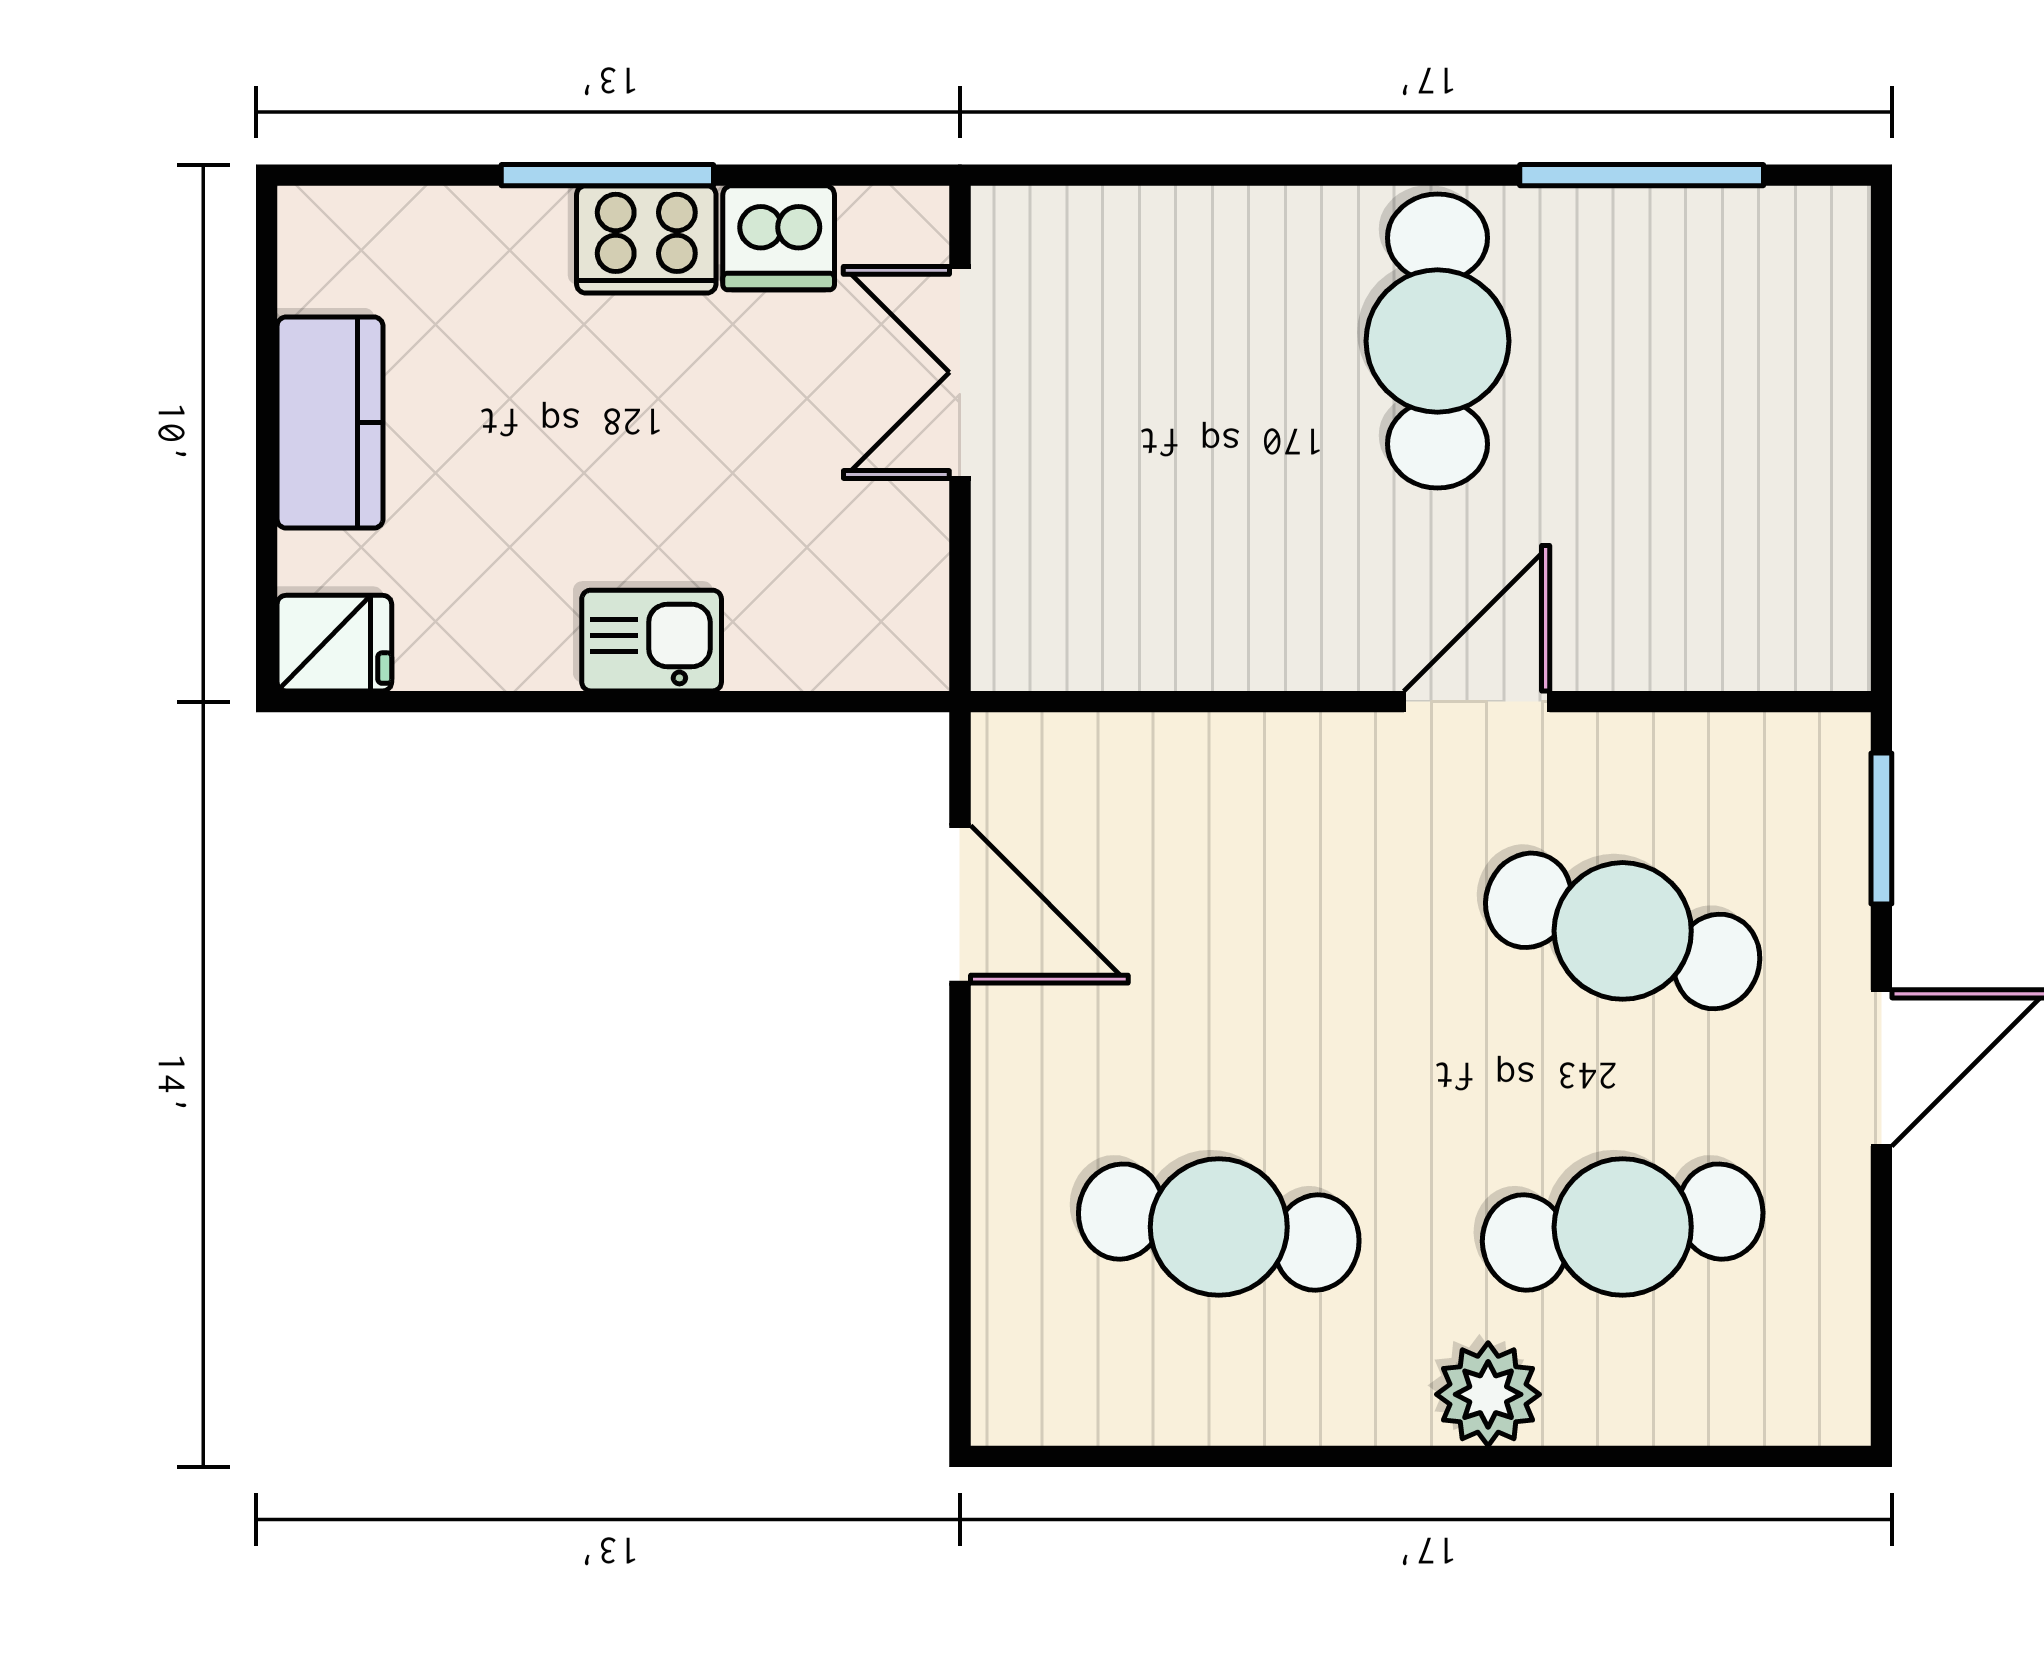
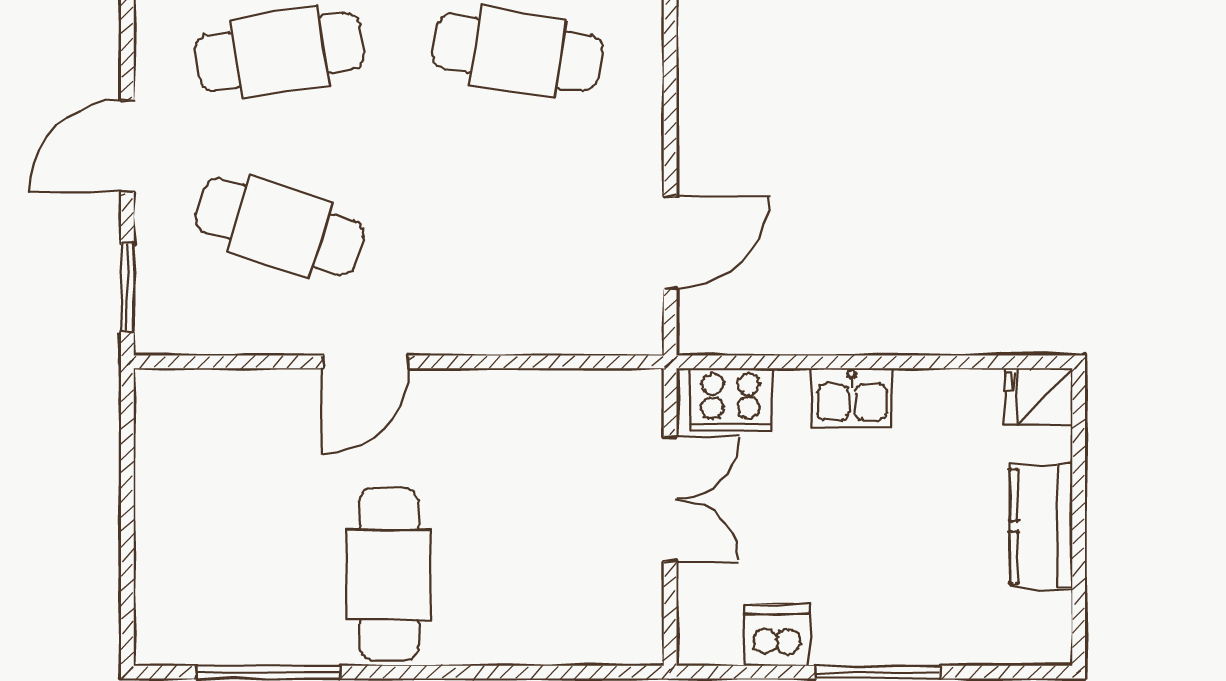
cooker: (646, 239) -> (731, 400), moved, turned 180
double door: (960, 372) -> (670, 499), moved
door: (960, 904) -> (670, 242), swing flipped

